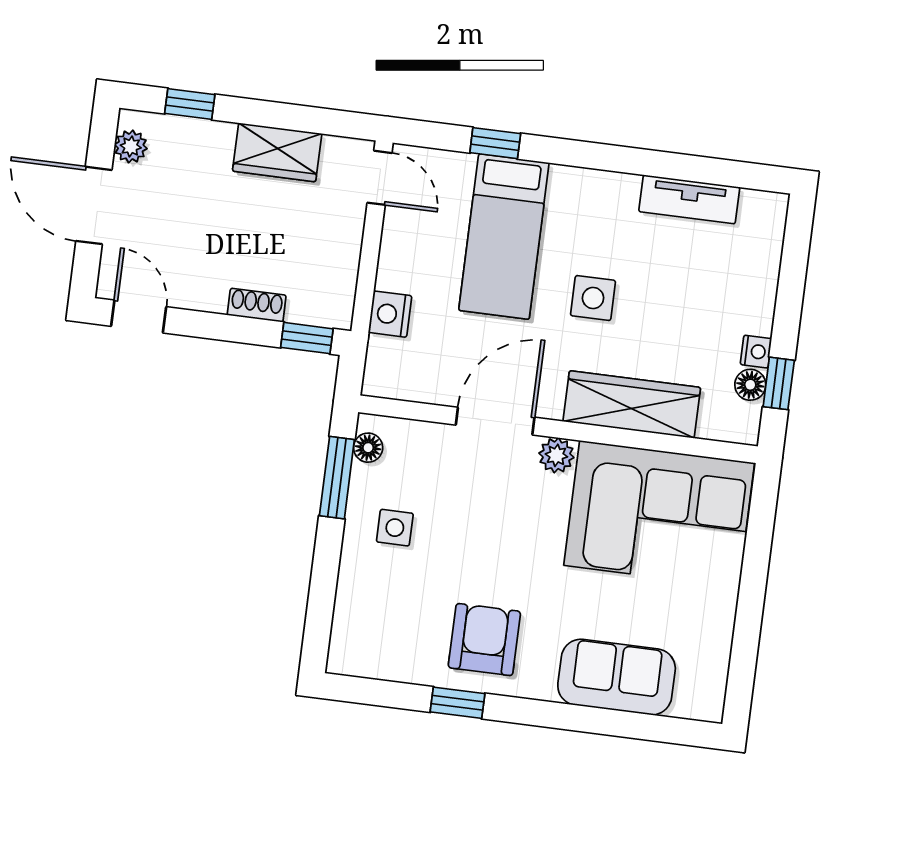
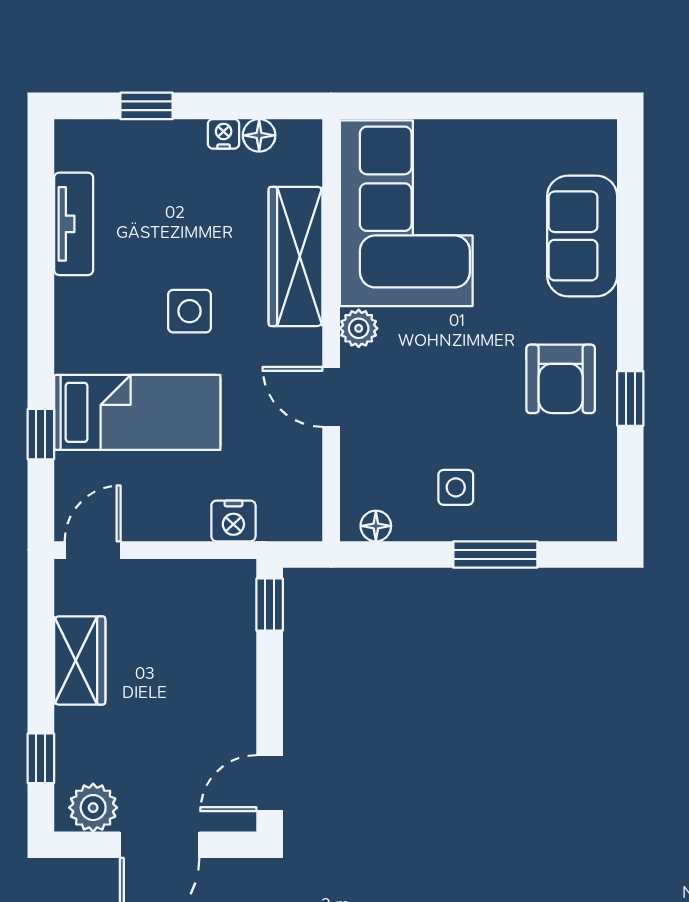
plant: (131, 147) -> (93, 808), width x1.38, depth x1.38
shoe rack: (257, 305) -> (242, 661), removed
window: (779, 383) -> (147, 106), moved
door: (495, 421) -> (331, 397), width x0.73
window: (337, 478) -> (495, 554), moved
armchair: (484, 640) -> (561, 379), turned -90

